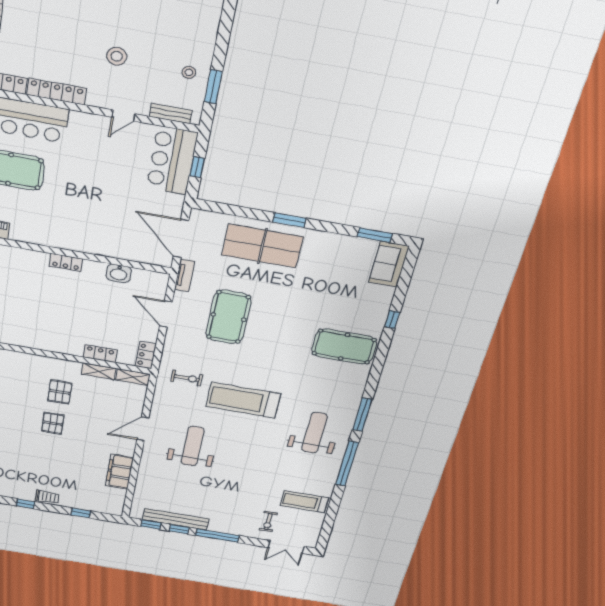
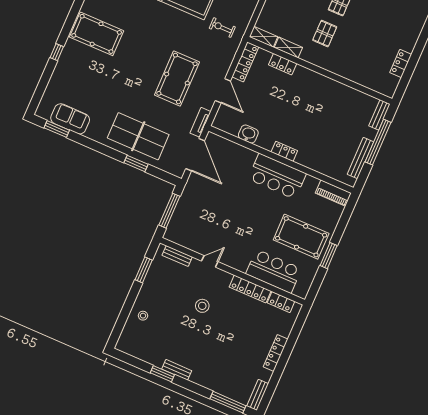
stool: (189, 72) -> (143, 316), moved
bar counter: (172, 161) -> (277, 176), moved, turned 90
window: (197, 167) -> (169, 211), width x2.17
window: (289, 220) -> (136, 164), moved
sofa: (389, 264) -> (70, 119), moved, turned -90
locker: (146, 355) -> (245, 62), width x1.53

